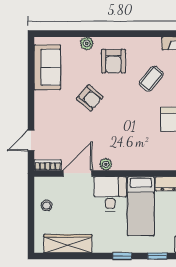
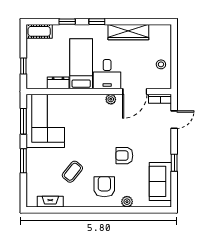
window: (31, 89) -> (174, 163), added
armchair: (90, 98) -> (124, 156), turned -41
wardrobe: (68, 244) -> (128, 32), moved

